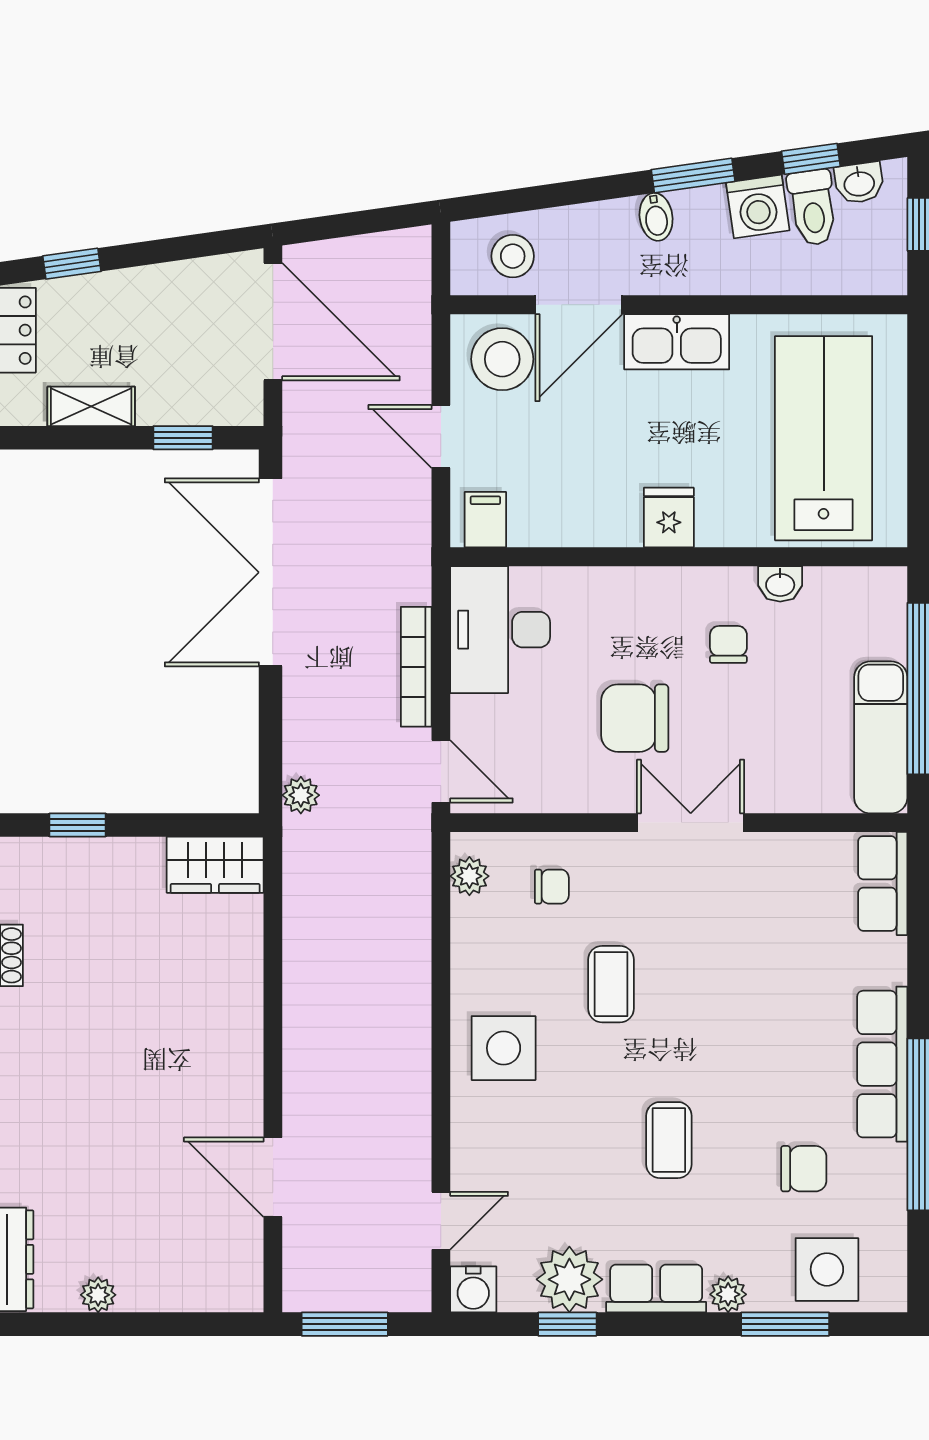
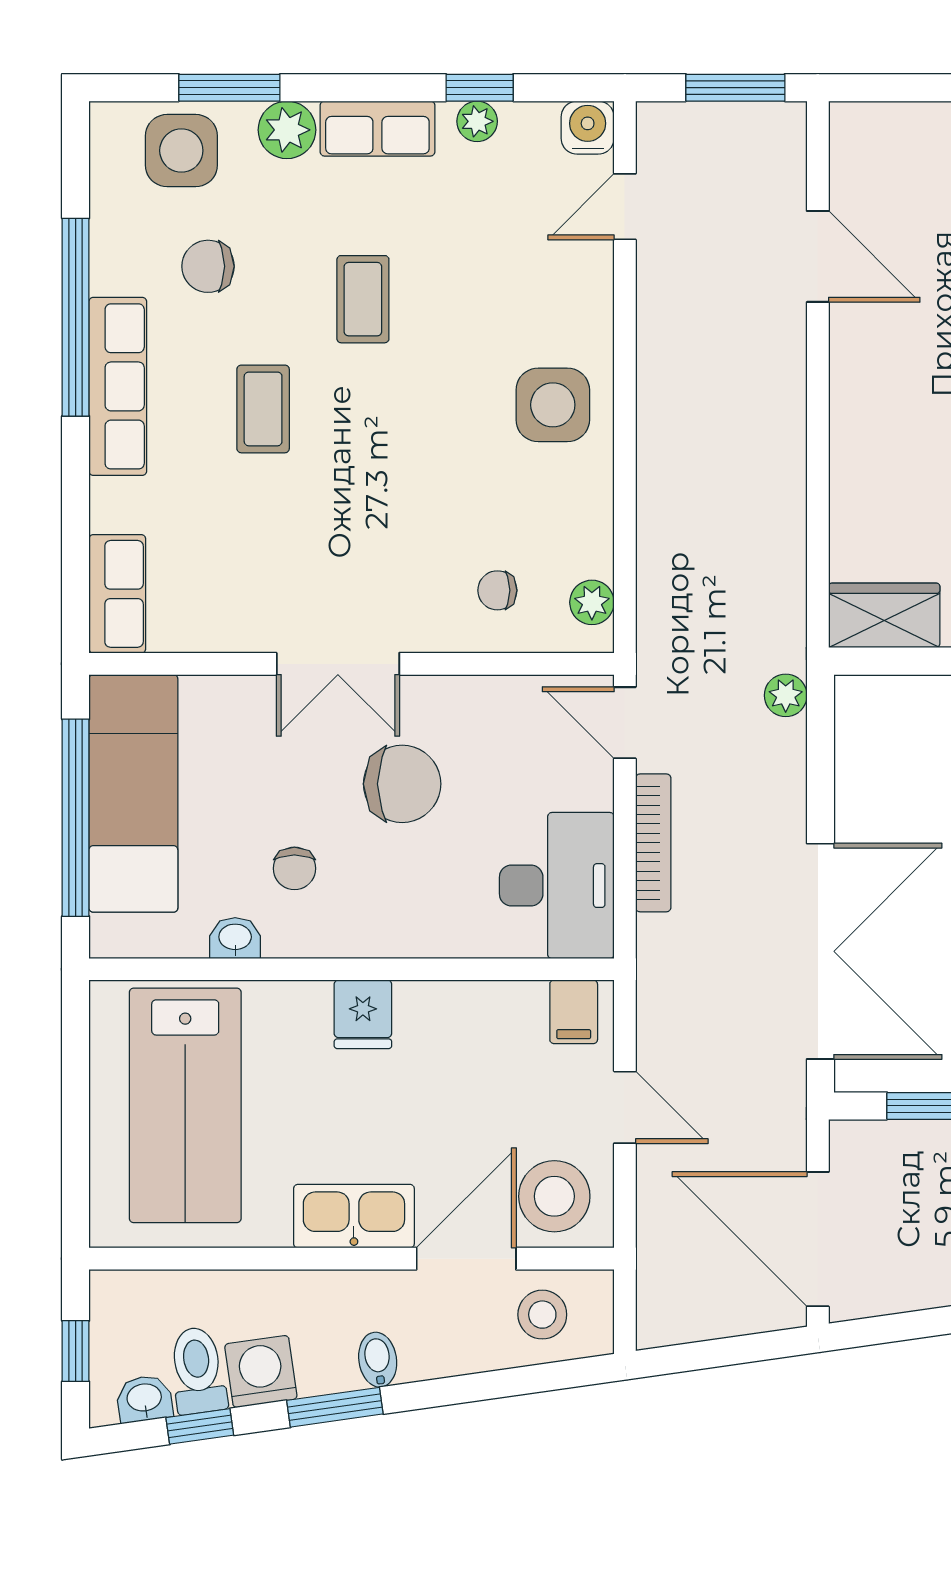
exam couch: (881, 737) -> (133, 793), width x1.36, depth x1.45
coffee table: (611, 984) -> (263, 409), moved
plant: (569, 1279) -> (477, 121), width x0.53, depth x0.53
plant: (728, 1294) -> (287, 130), width x1.38, depth x1.38

